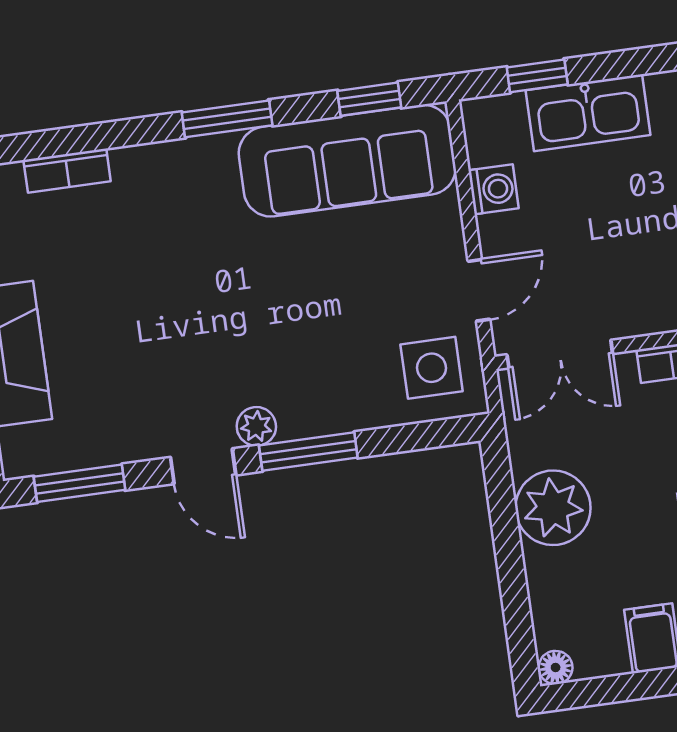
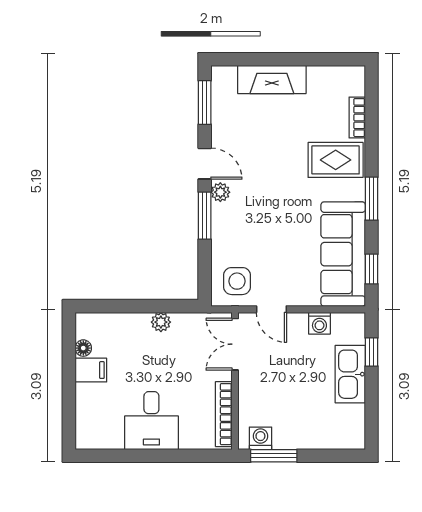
rug: (159, 202) -> (336, 160), added
door: (203, 466) -> (205, 164), swing flipped
plant: (553, 508) -> (161, 322), width x0.53, depth x0.53
floor lamp: (556, 668) -> (83, 348), moved

